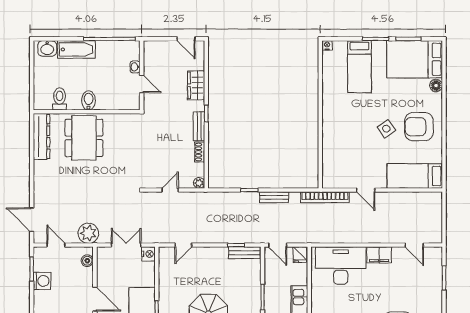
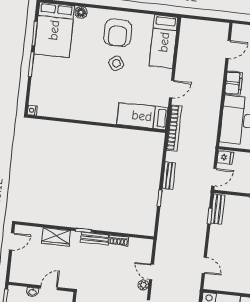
bed: (359, 67) -> (142, 116), moved, turned 180
plant: (199, 183) -> (143, 285), moved

